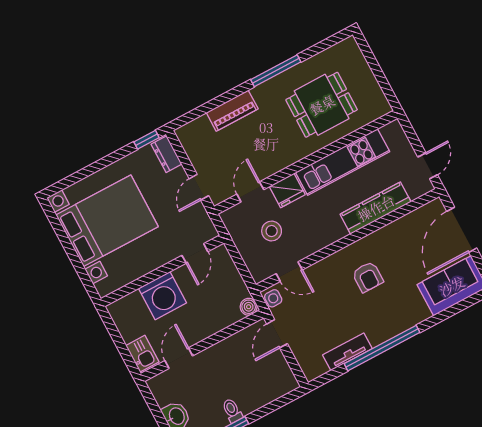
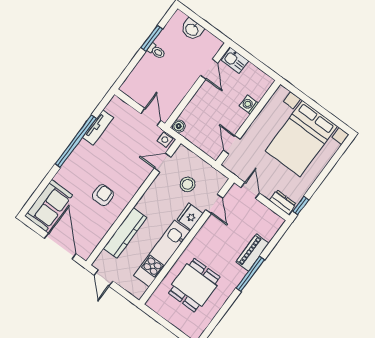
window: (276, 71) -> (250, 274), moved
armchair: (368, 277) -> (103, 195), moved, turned 90
washing machine: (162, 296) -> (249, 105), width x0.53, depth x0.53

